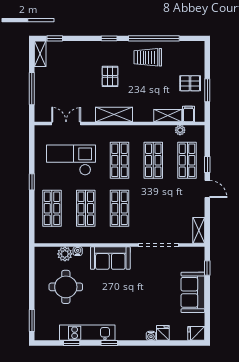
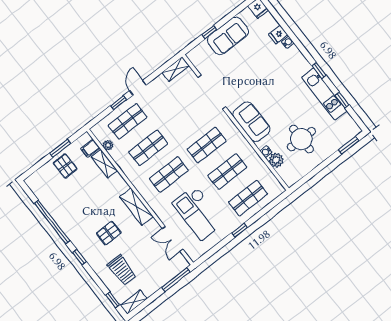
trolley: (148, 57) -> (122, 270), moved
window: (32, 89) -> (176, 280), moved
window: (207, 268) -> (209, 32), moved

